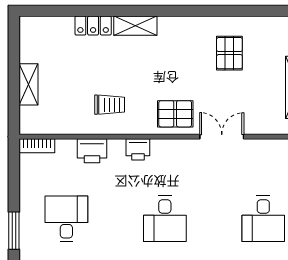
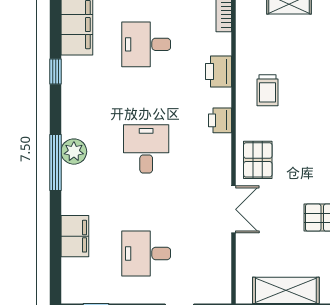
desk: (66, 219) -> (146, 44), turned 180
desk: (165, 219) -> (146, 149), turned 90

